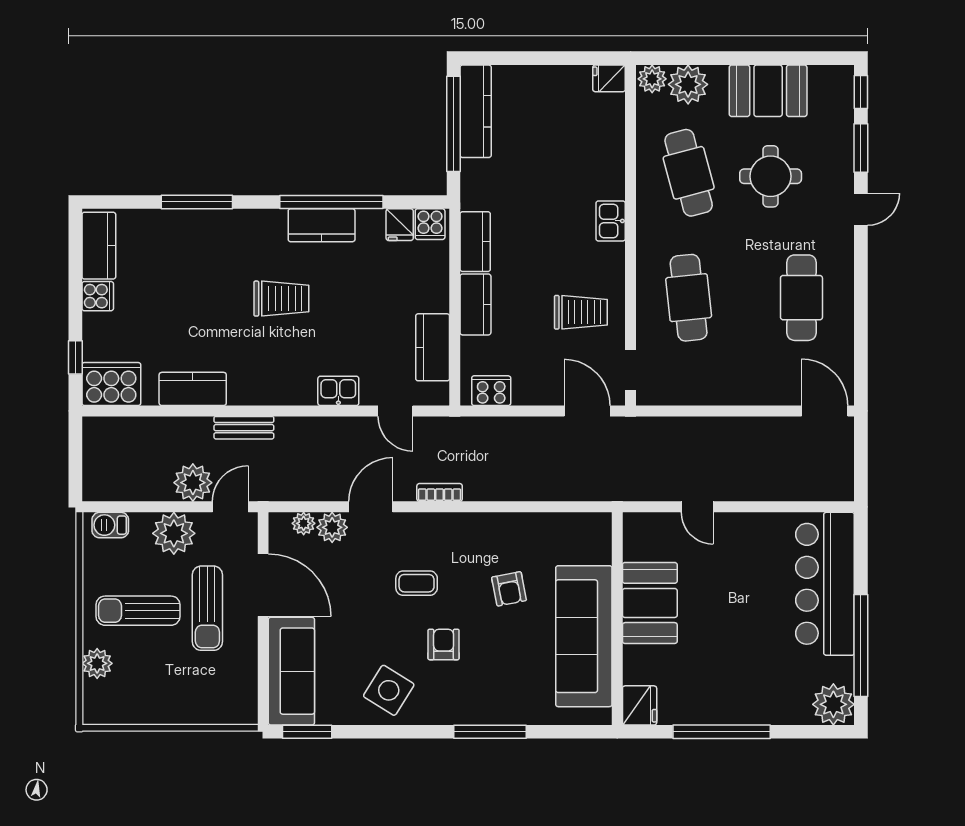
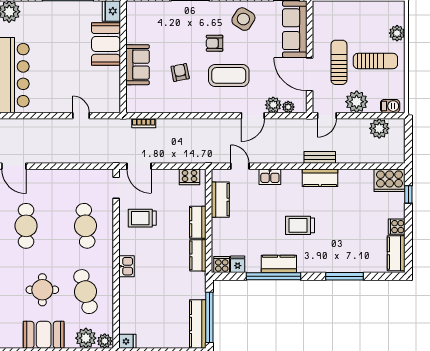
kitchen counter: (193, 389) -> (320, 178), moved
plant: (193, 483) -> (379, 128), moved
bookcase: (440, 492) -> (144, 123), moved
coffee table: (417, 583) -> (229, 75), width x1.86, depth x1.72
booth: (650, 603) -> (106, 44), moved
sofa: (584, 636) -> (138, 65), width x0.54, depth x0.79
armchair: (444, 644) -> (215, 43), turned 90

